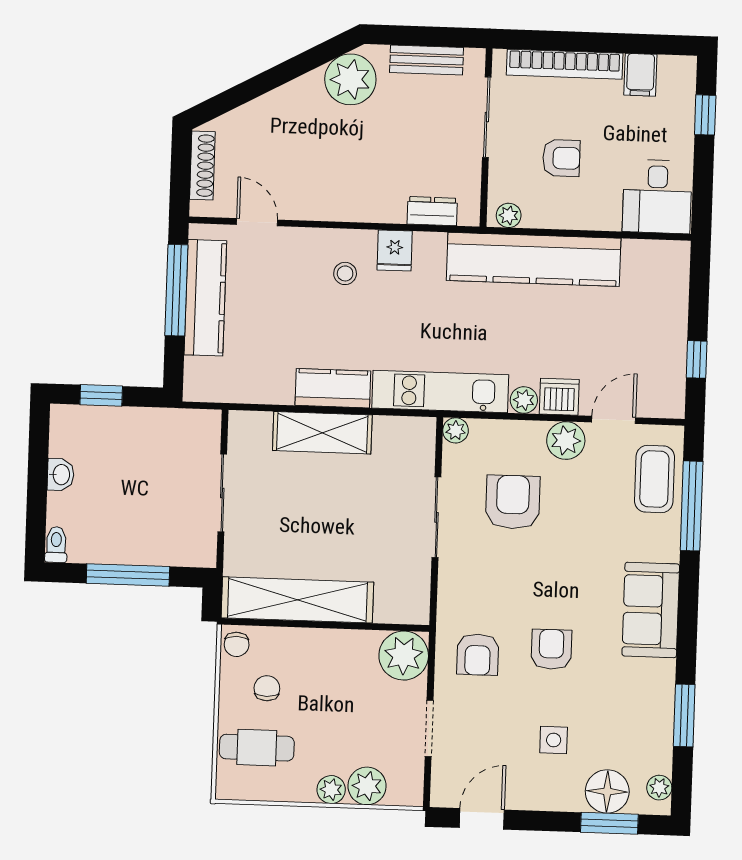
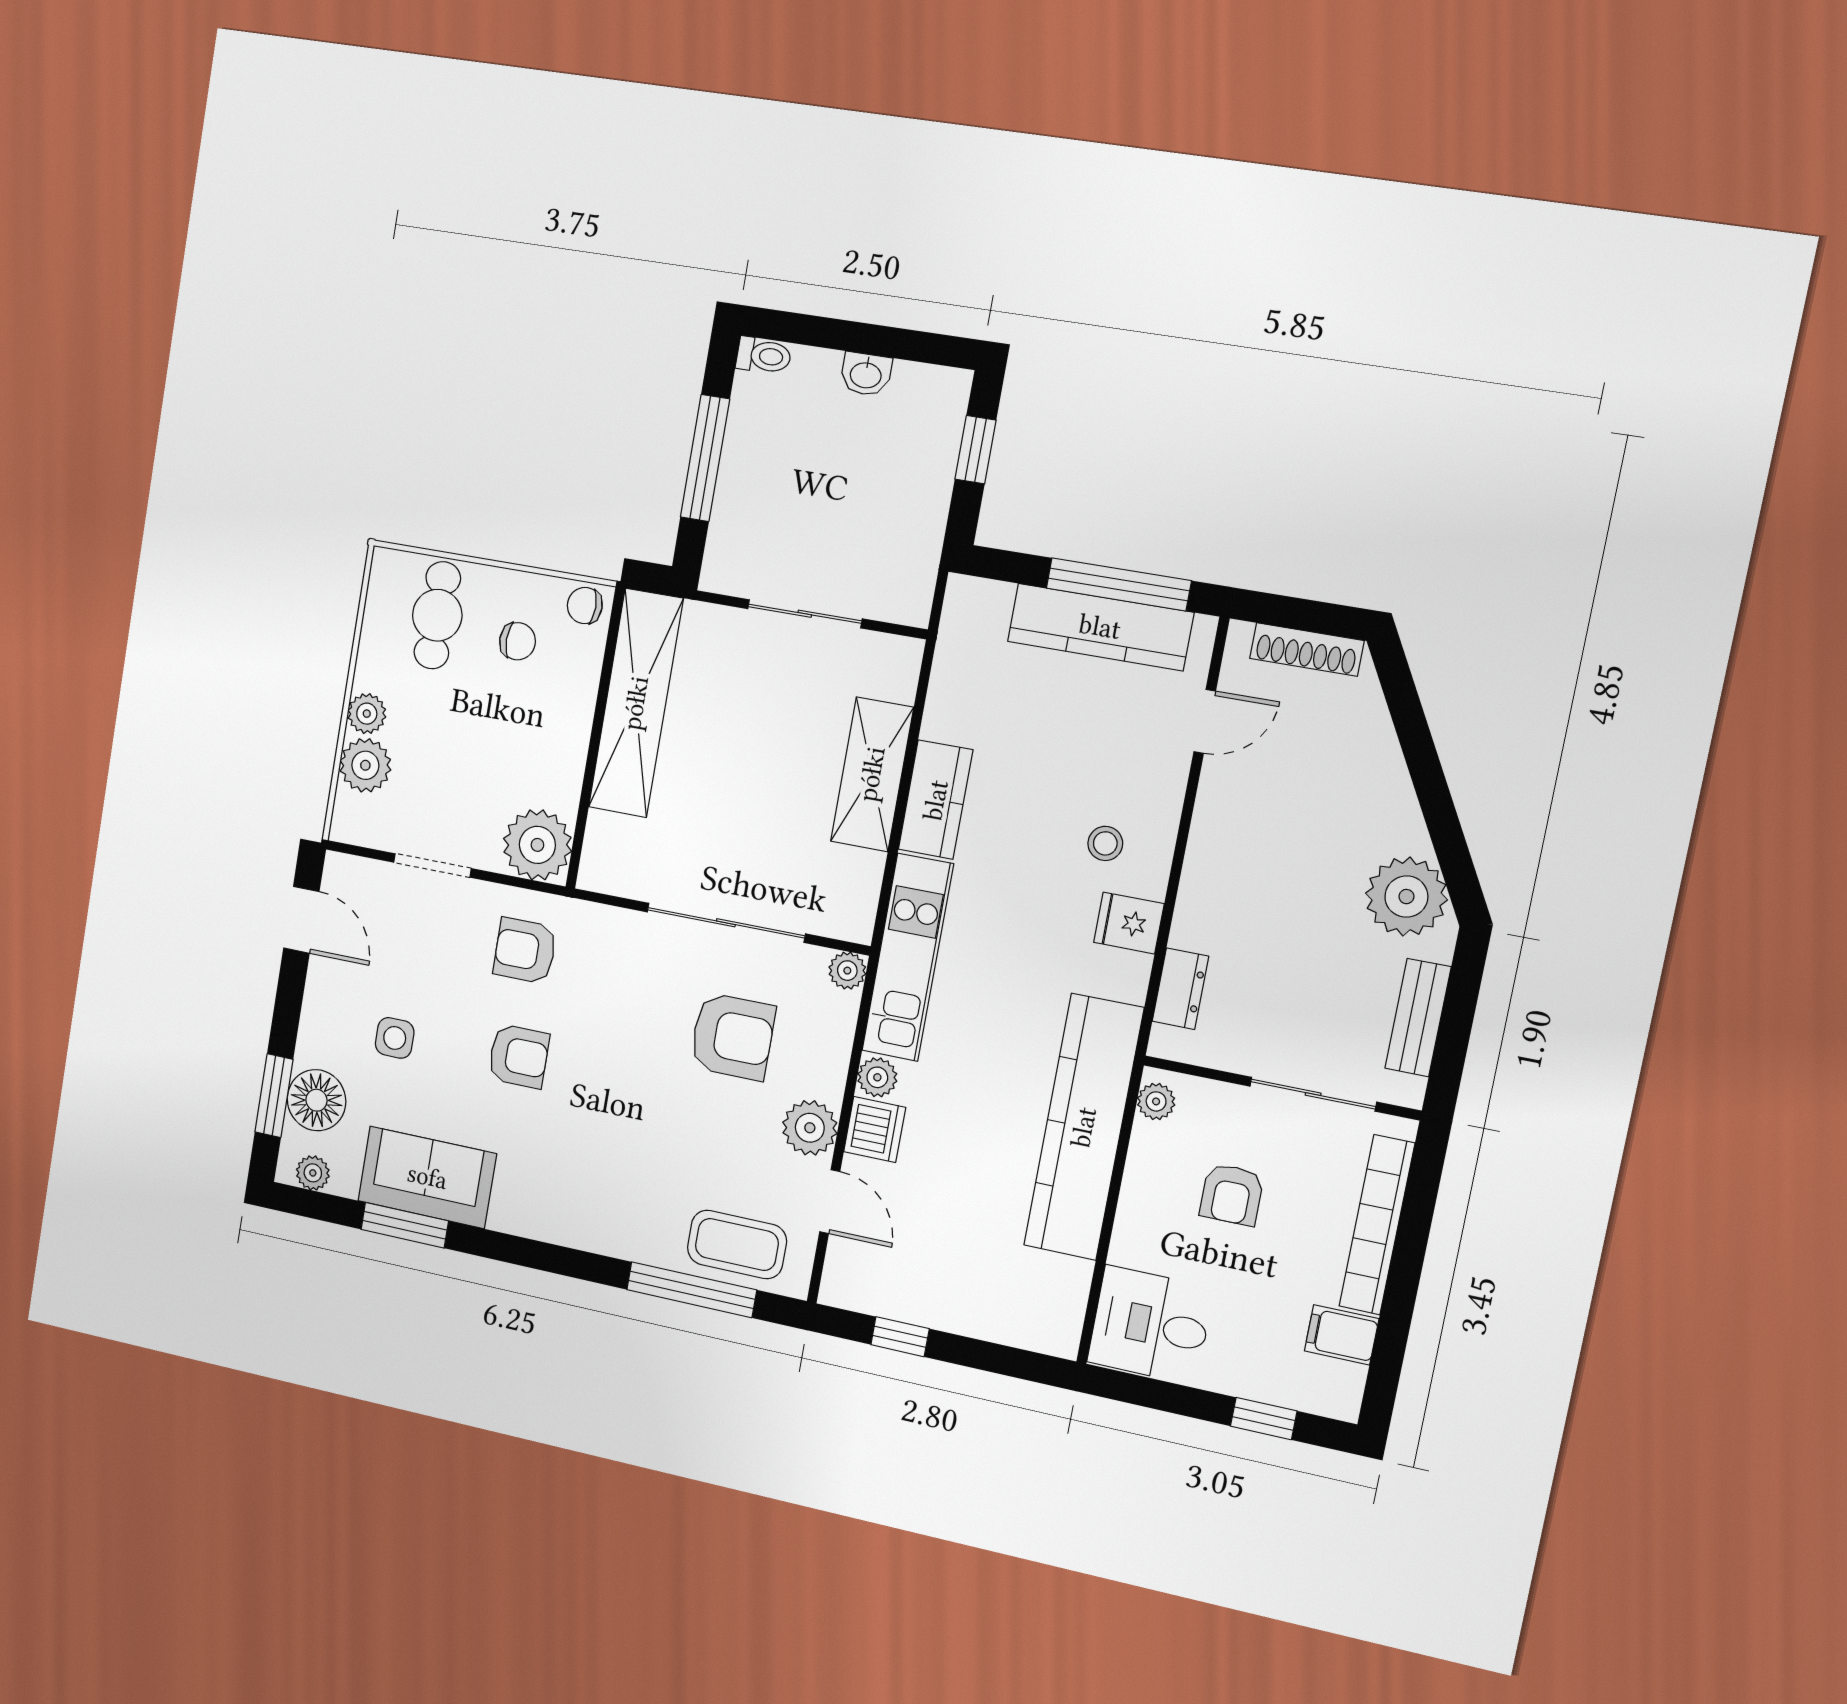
sliding door: (436, 517) -> (726, 923), width x1.37
sofa: (651, 610) -> (427, 1177), moved

